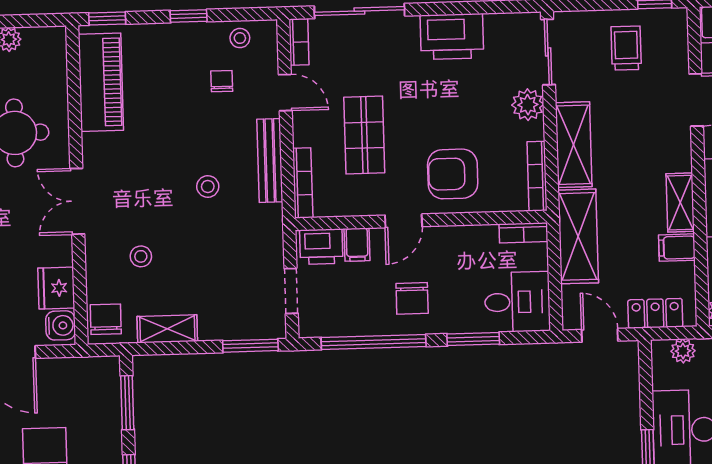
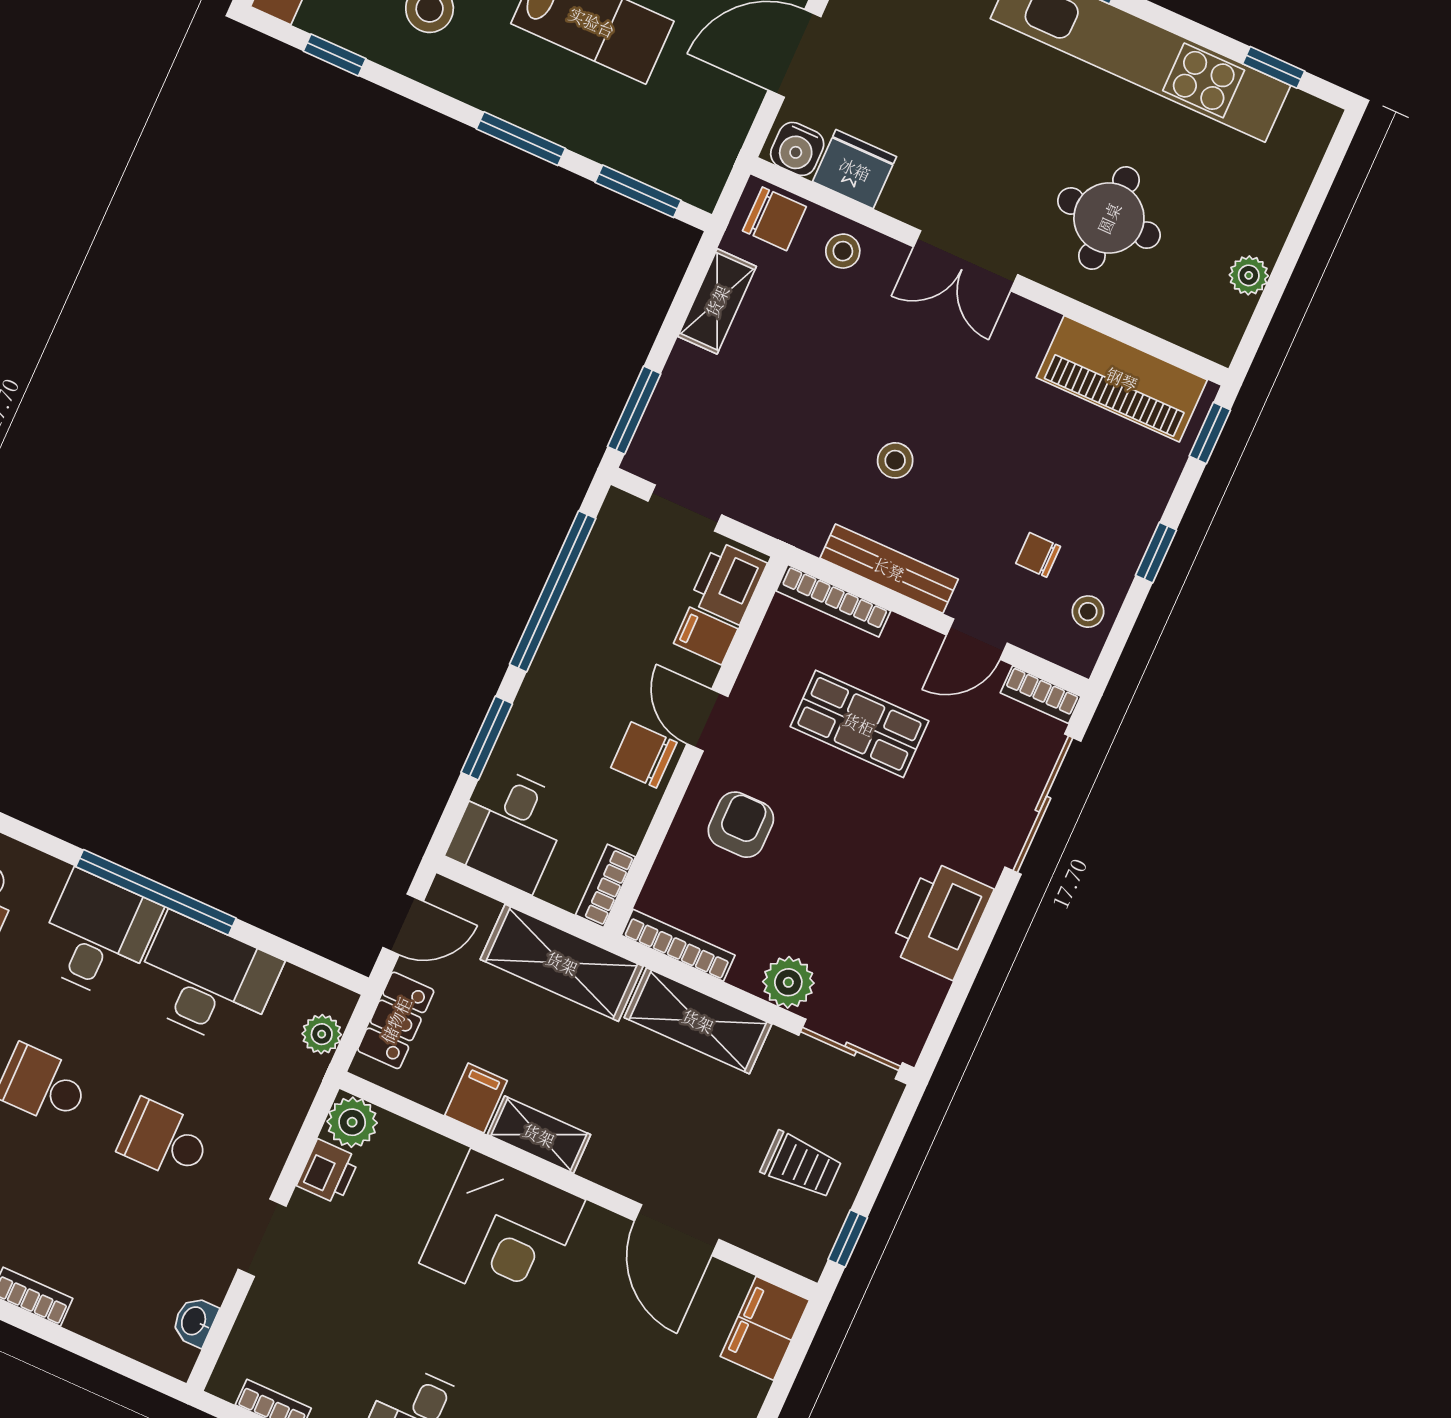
chair: (222, 81) -> (1038, 555), turned 180
armchair: (453, 174) -> (741, 825), width x0.72, depth x0.72
double door: (77, 201) -> (966, 261), swing flipped
stool: (141, 256) -> (843, 251), moved
chair: (412, 298) -> (644, 755), moved

